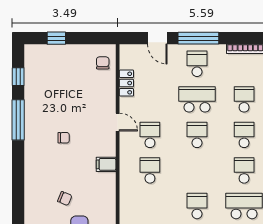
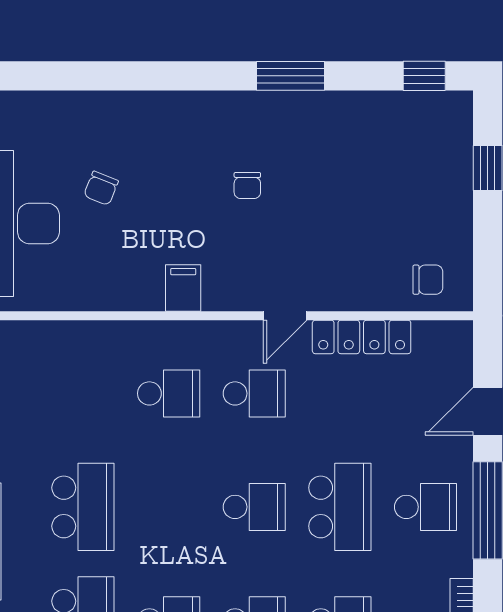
window: (18, 77) -> (424, 76), moved
locker: (126, 83) -> (362, 337), width x1.53
window: (18, 120) -> (290, 76), width x0.69
school desk: (197, 206) -> (83, 507), width x1.85

